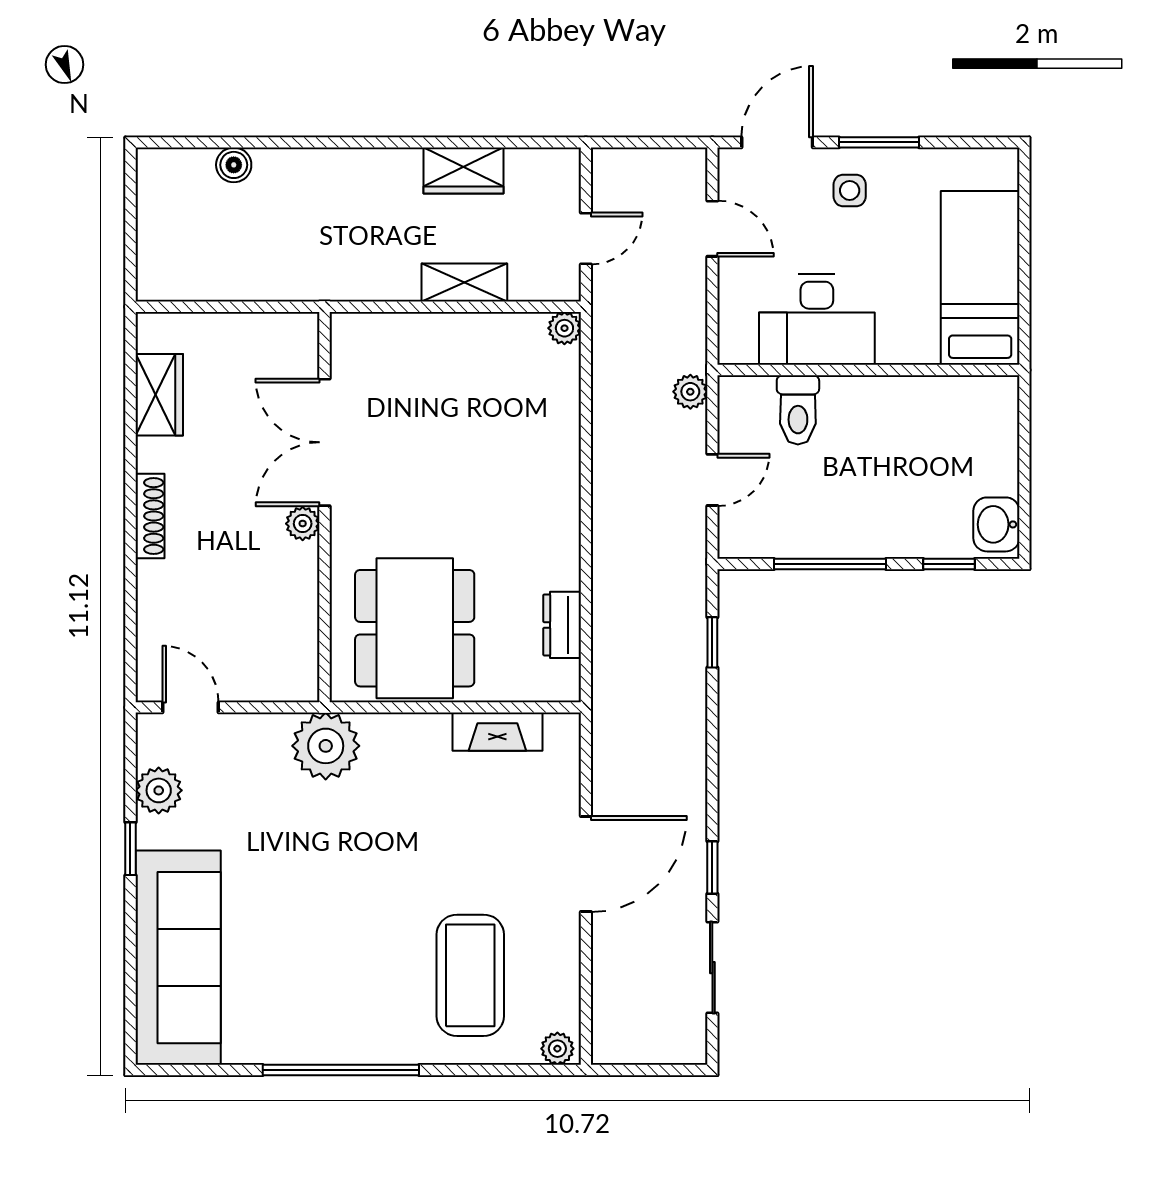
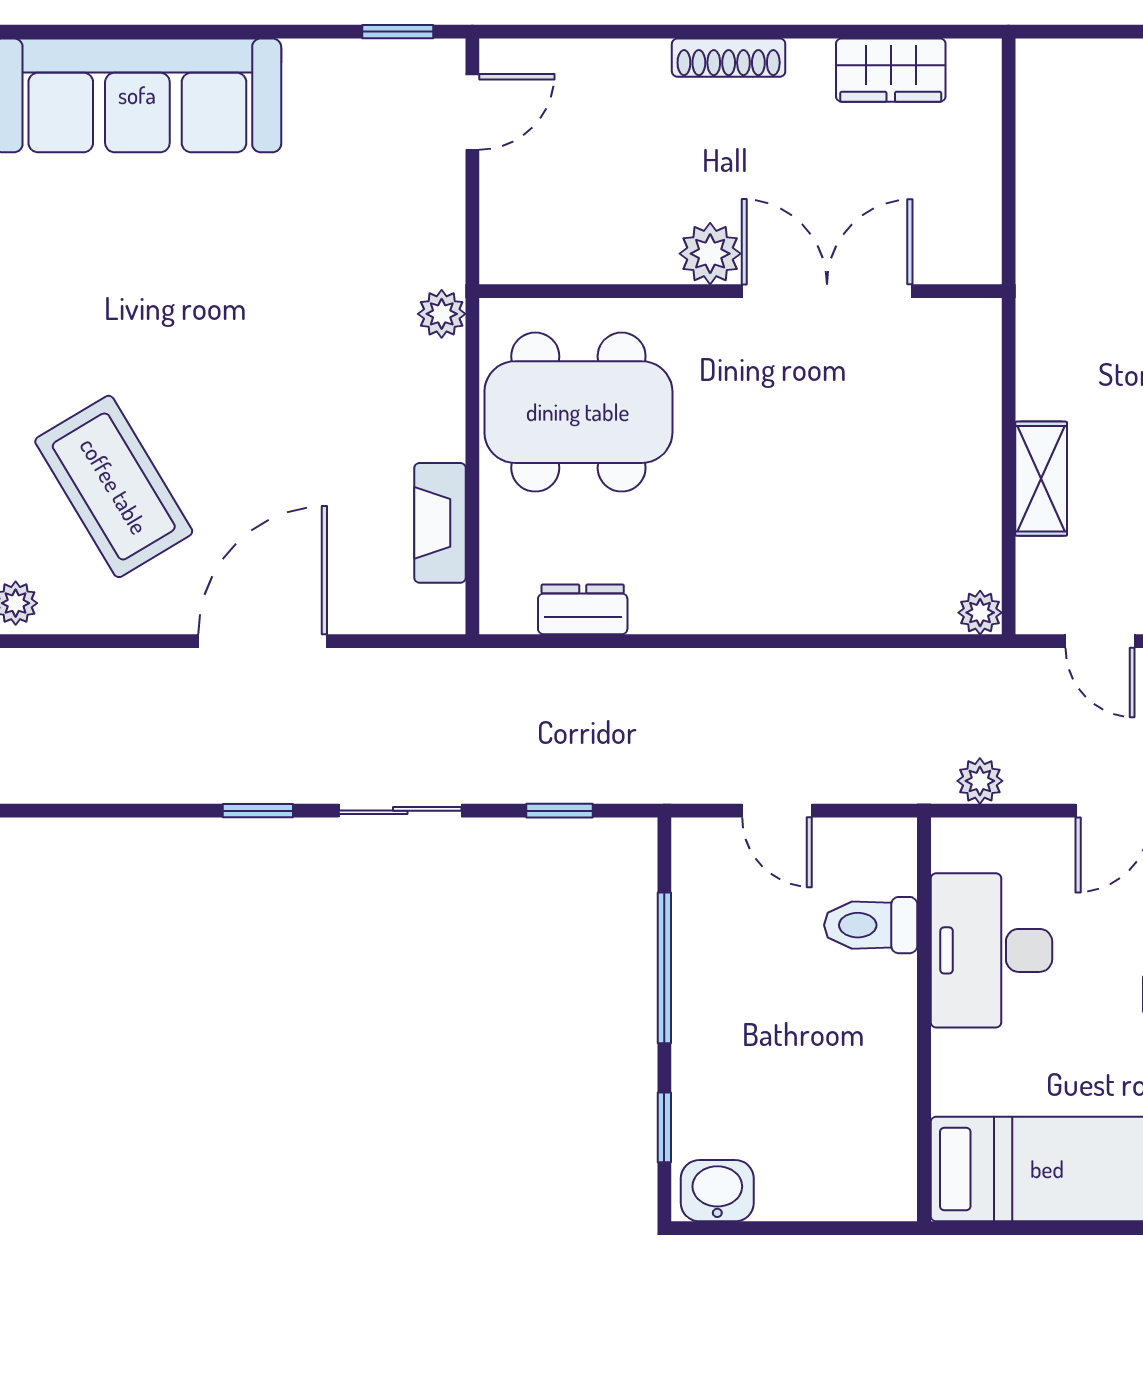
plant: (690, 392) -> (980, 781), moved
plant: (303, 524) -> (710, 254), width x1.38, depth x1.38
plant: (326, 746) -> (442, 314), width x0.53, depth x0.53
plant: (159, 790) -> (361, 69), removed
window: (130, 849) -> (398, 32), moved
door: (586, 864) -> (263, 641), swing flipped
sliding door: (712, 968) -> (400, 811), moved
coffee table: (470, 975) -> (114, 486), turned 59

